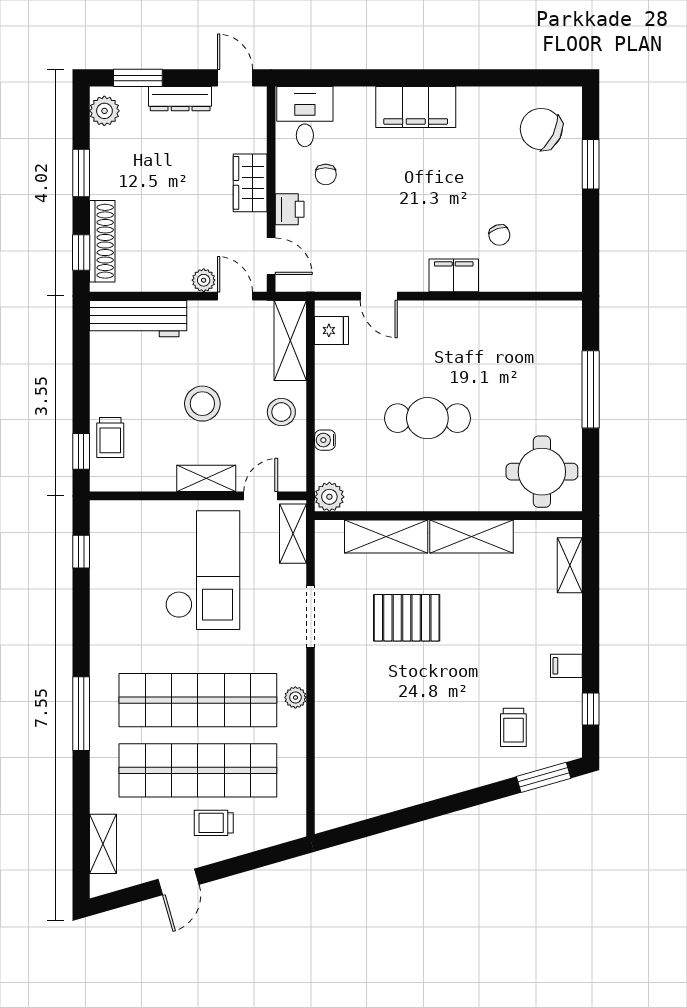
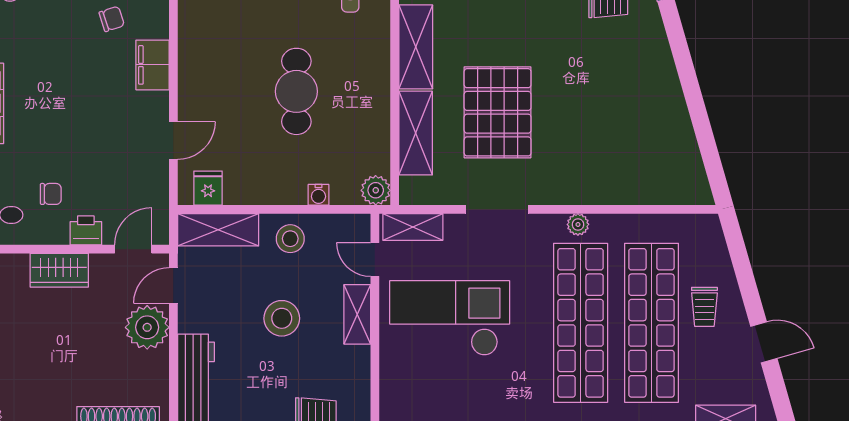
plant: (204, 280) -> (147, 327), width x1.88, depth x1.88
pallet: (407, 618) -> (498, 112), width x1.37, depth x1.41

